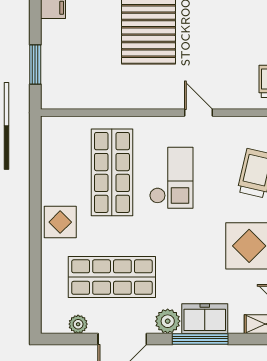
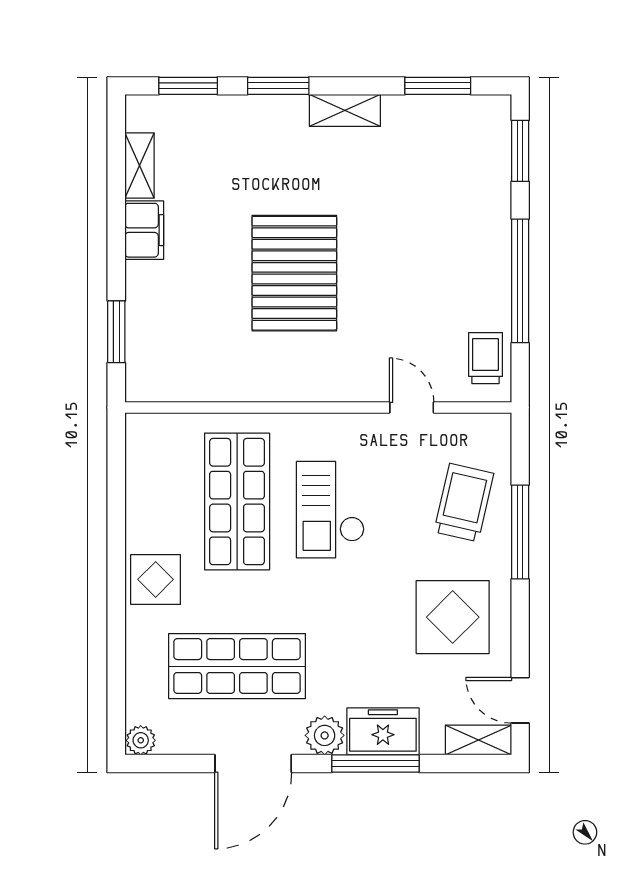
door: (198, 113) -> (412, 408), moved
checkout: (171, 178) -> (330, 510), turned 180
plant: (78, 324) -> (141, 740), moved

